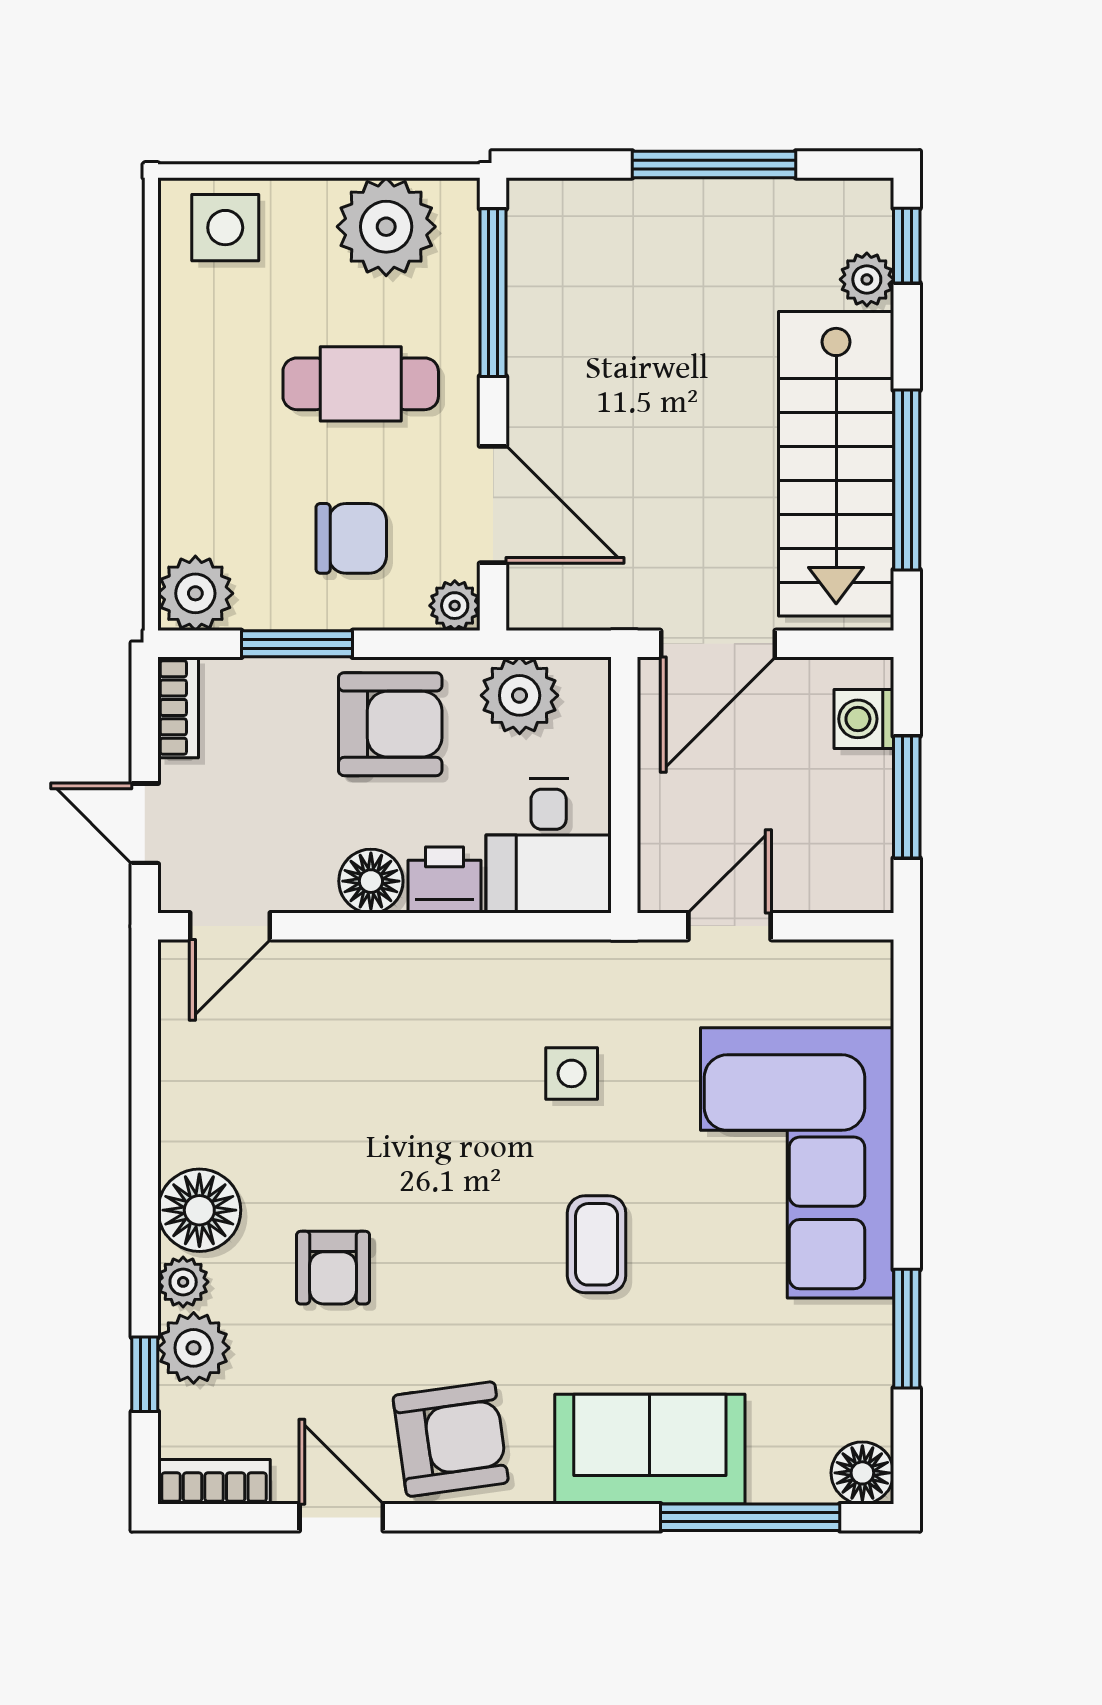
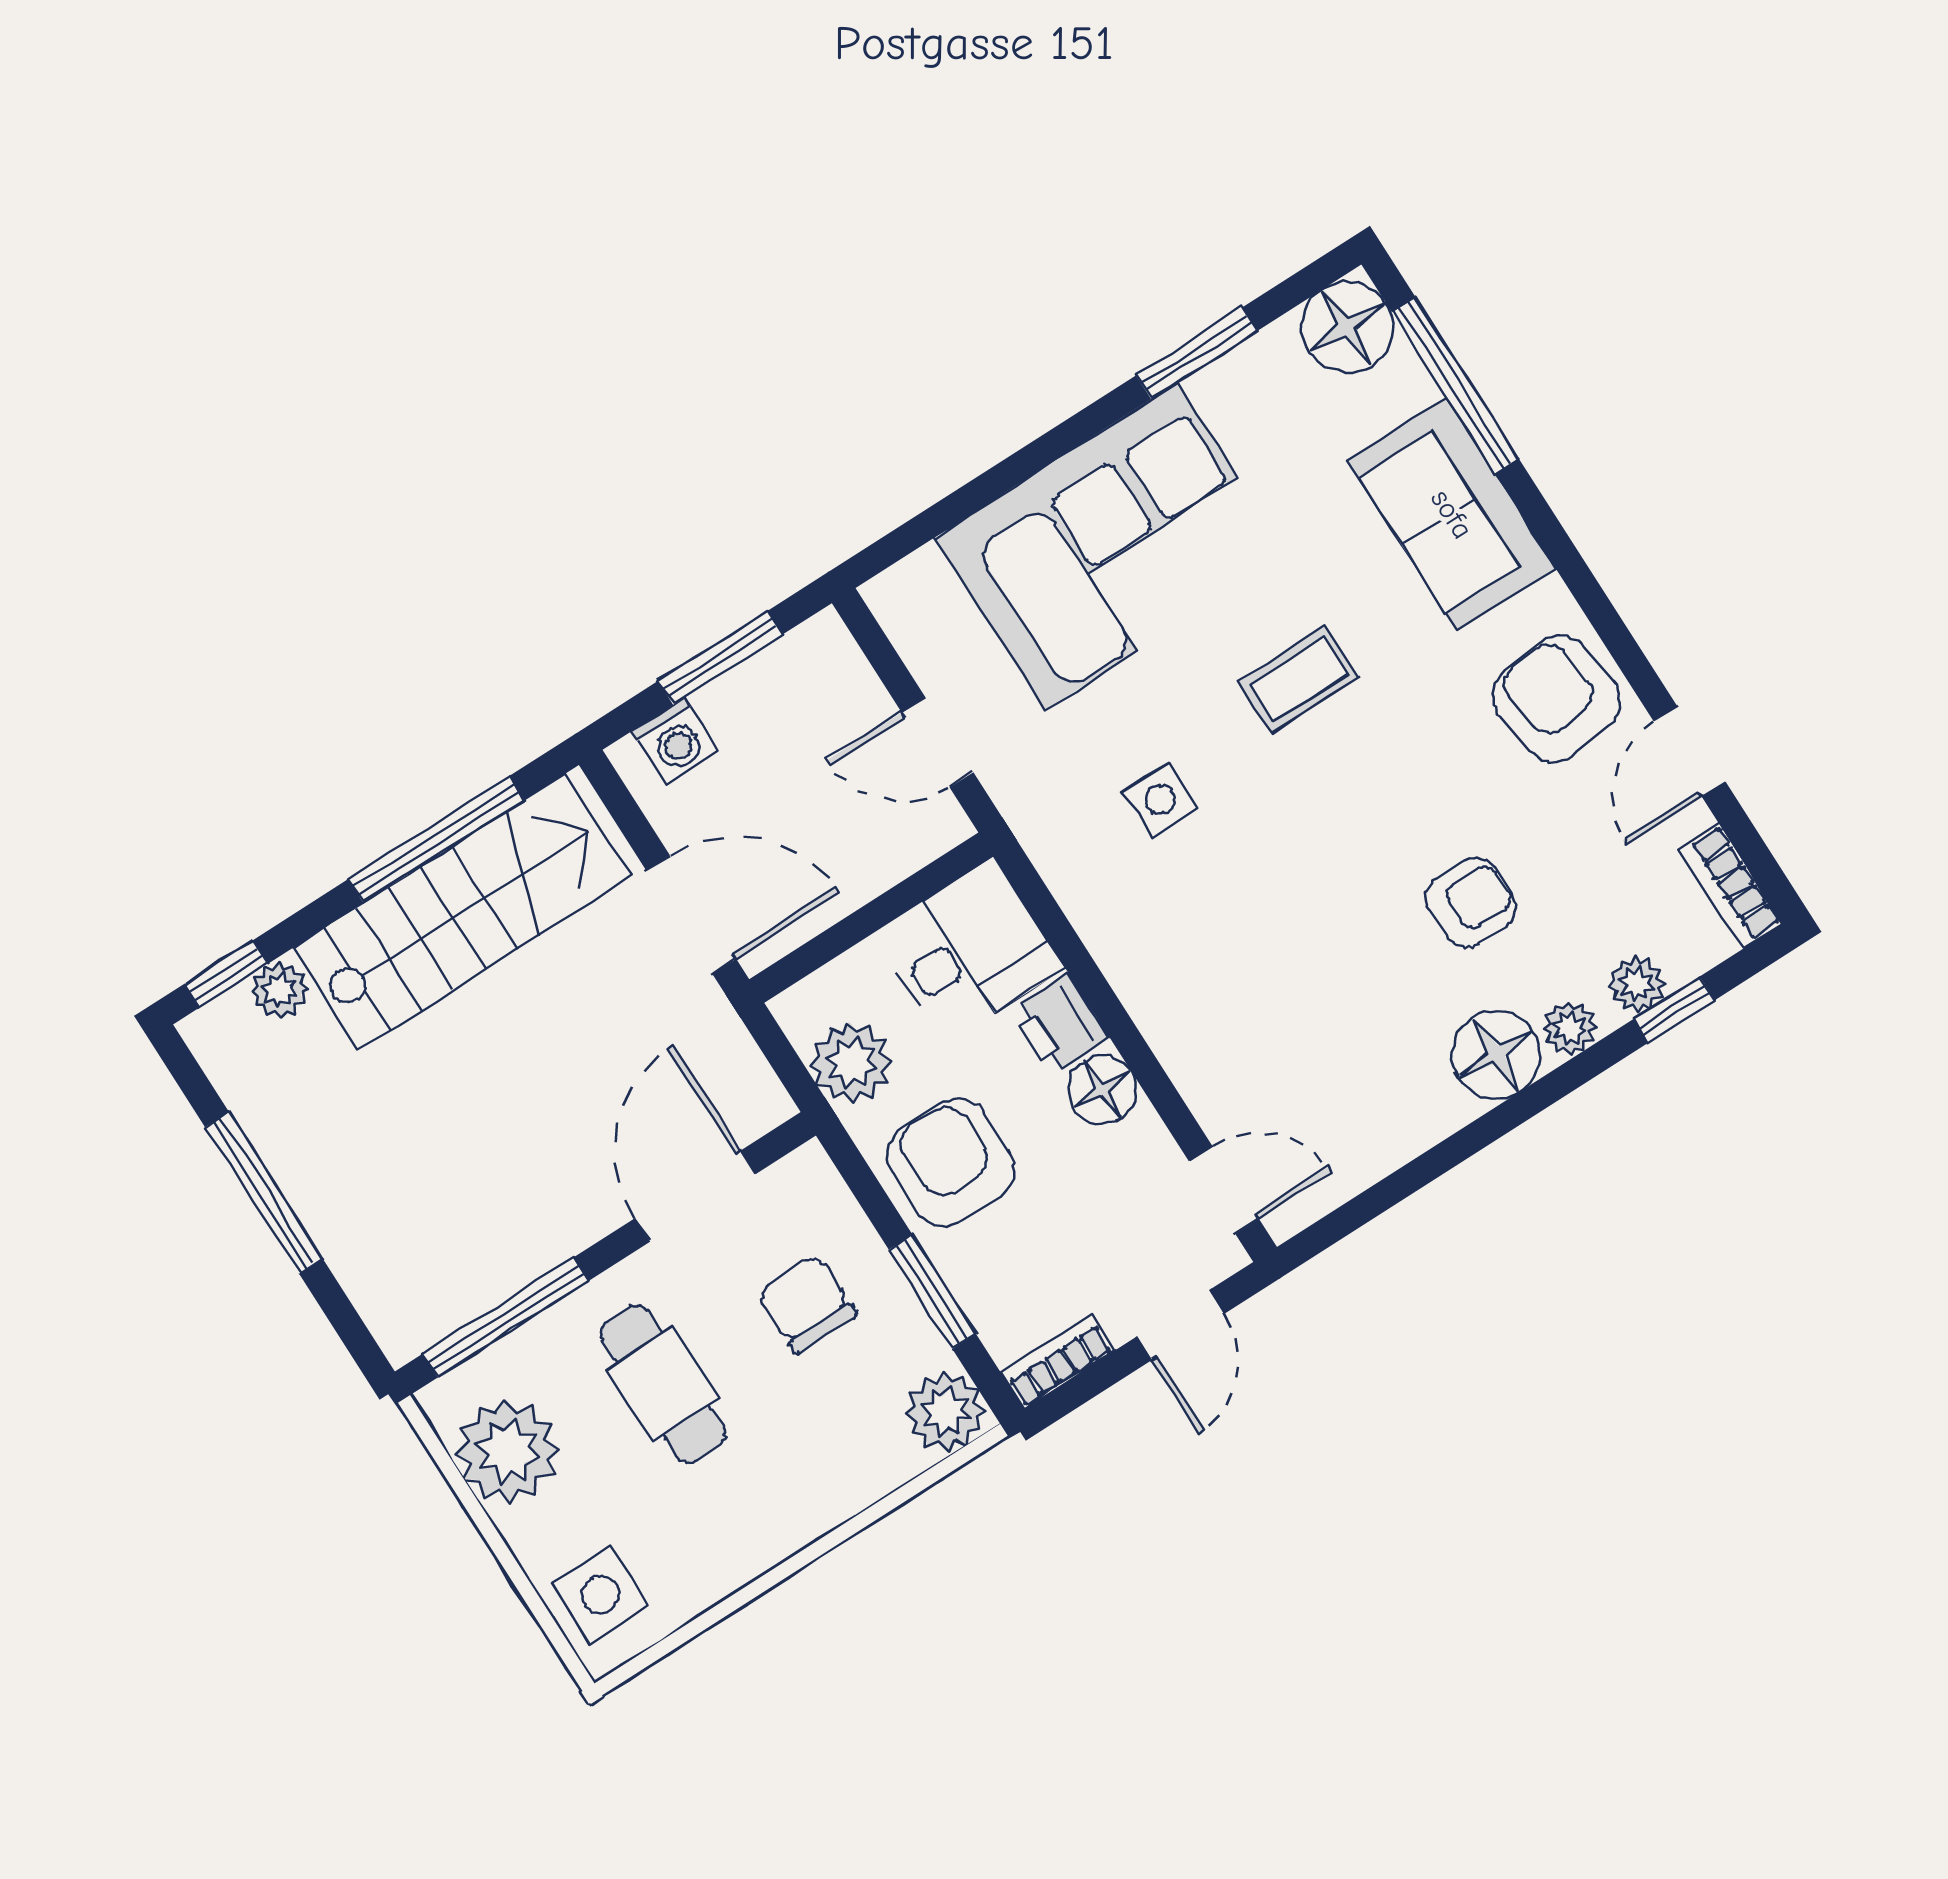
plant: (455, 606) -> (808, 1172), removed
plant: (194, 1348) -> (1637, 984), width x0.73, depth x0.73
floor lamp: (862, 1473) -> (1348, 327), width x1.38, depth x1.38

